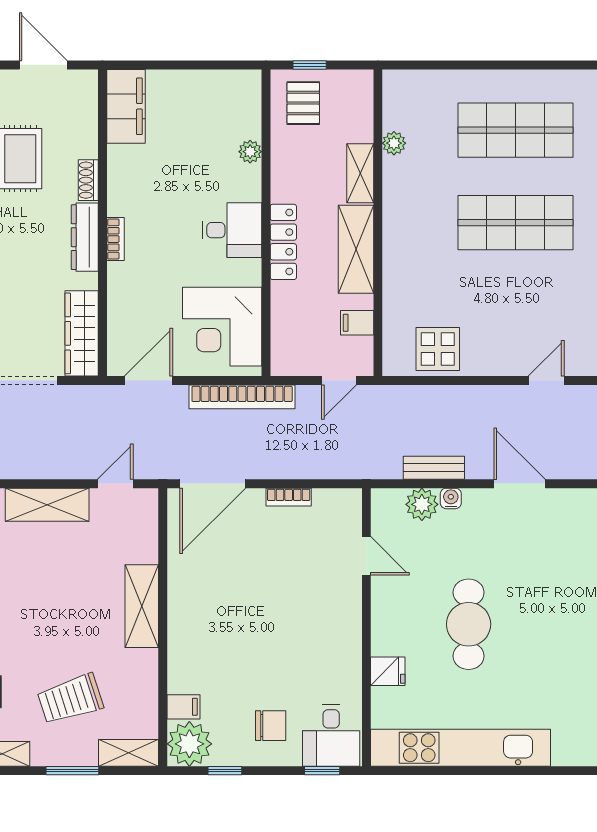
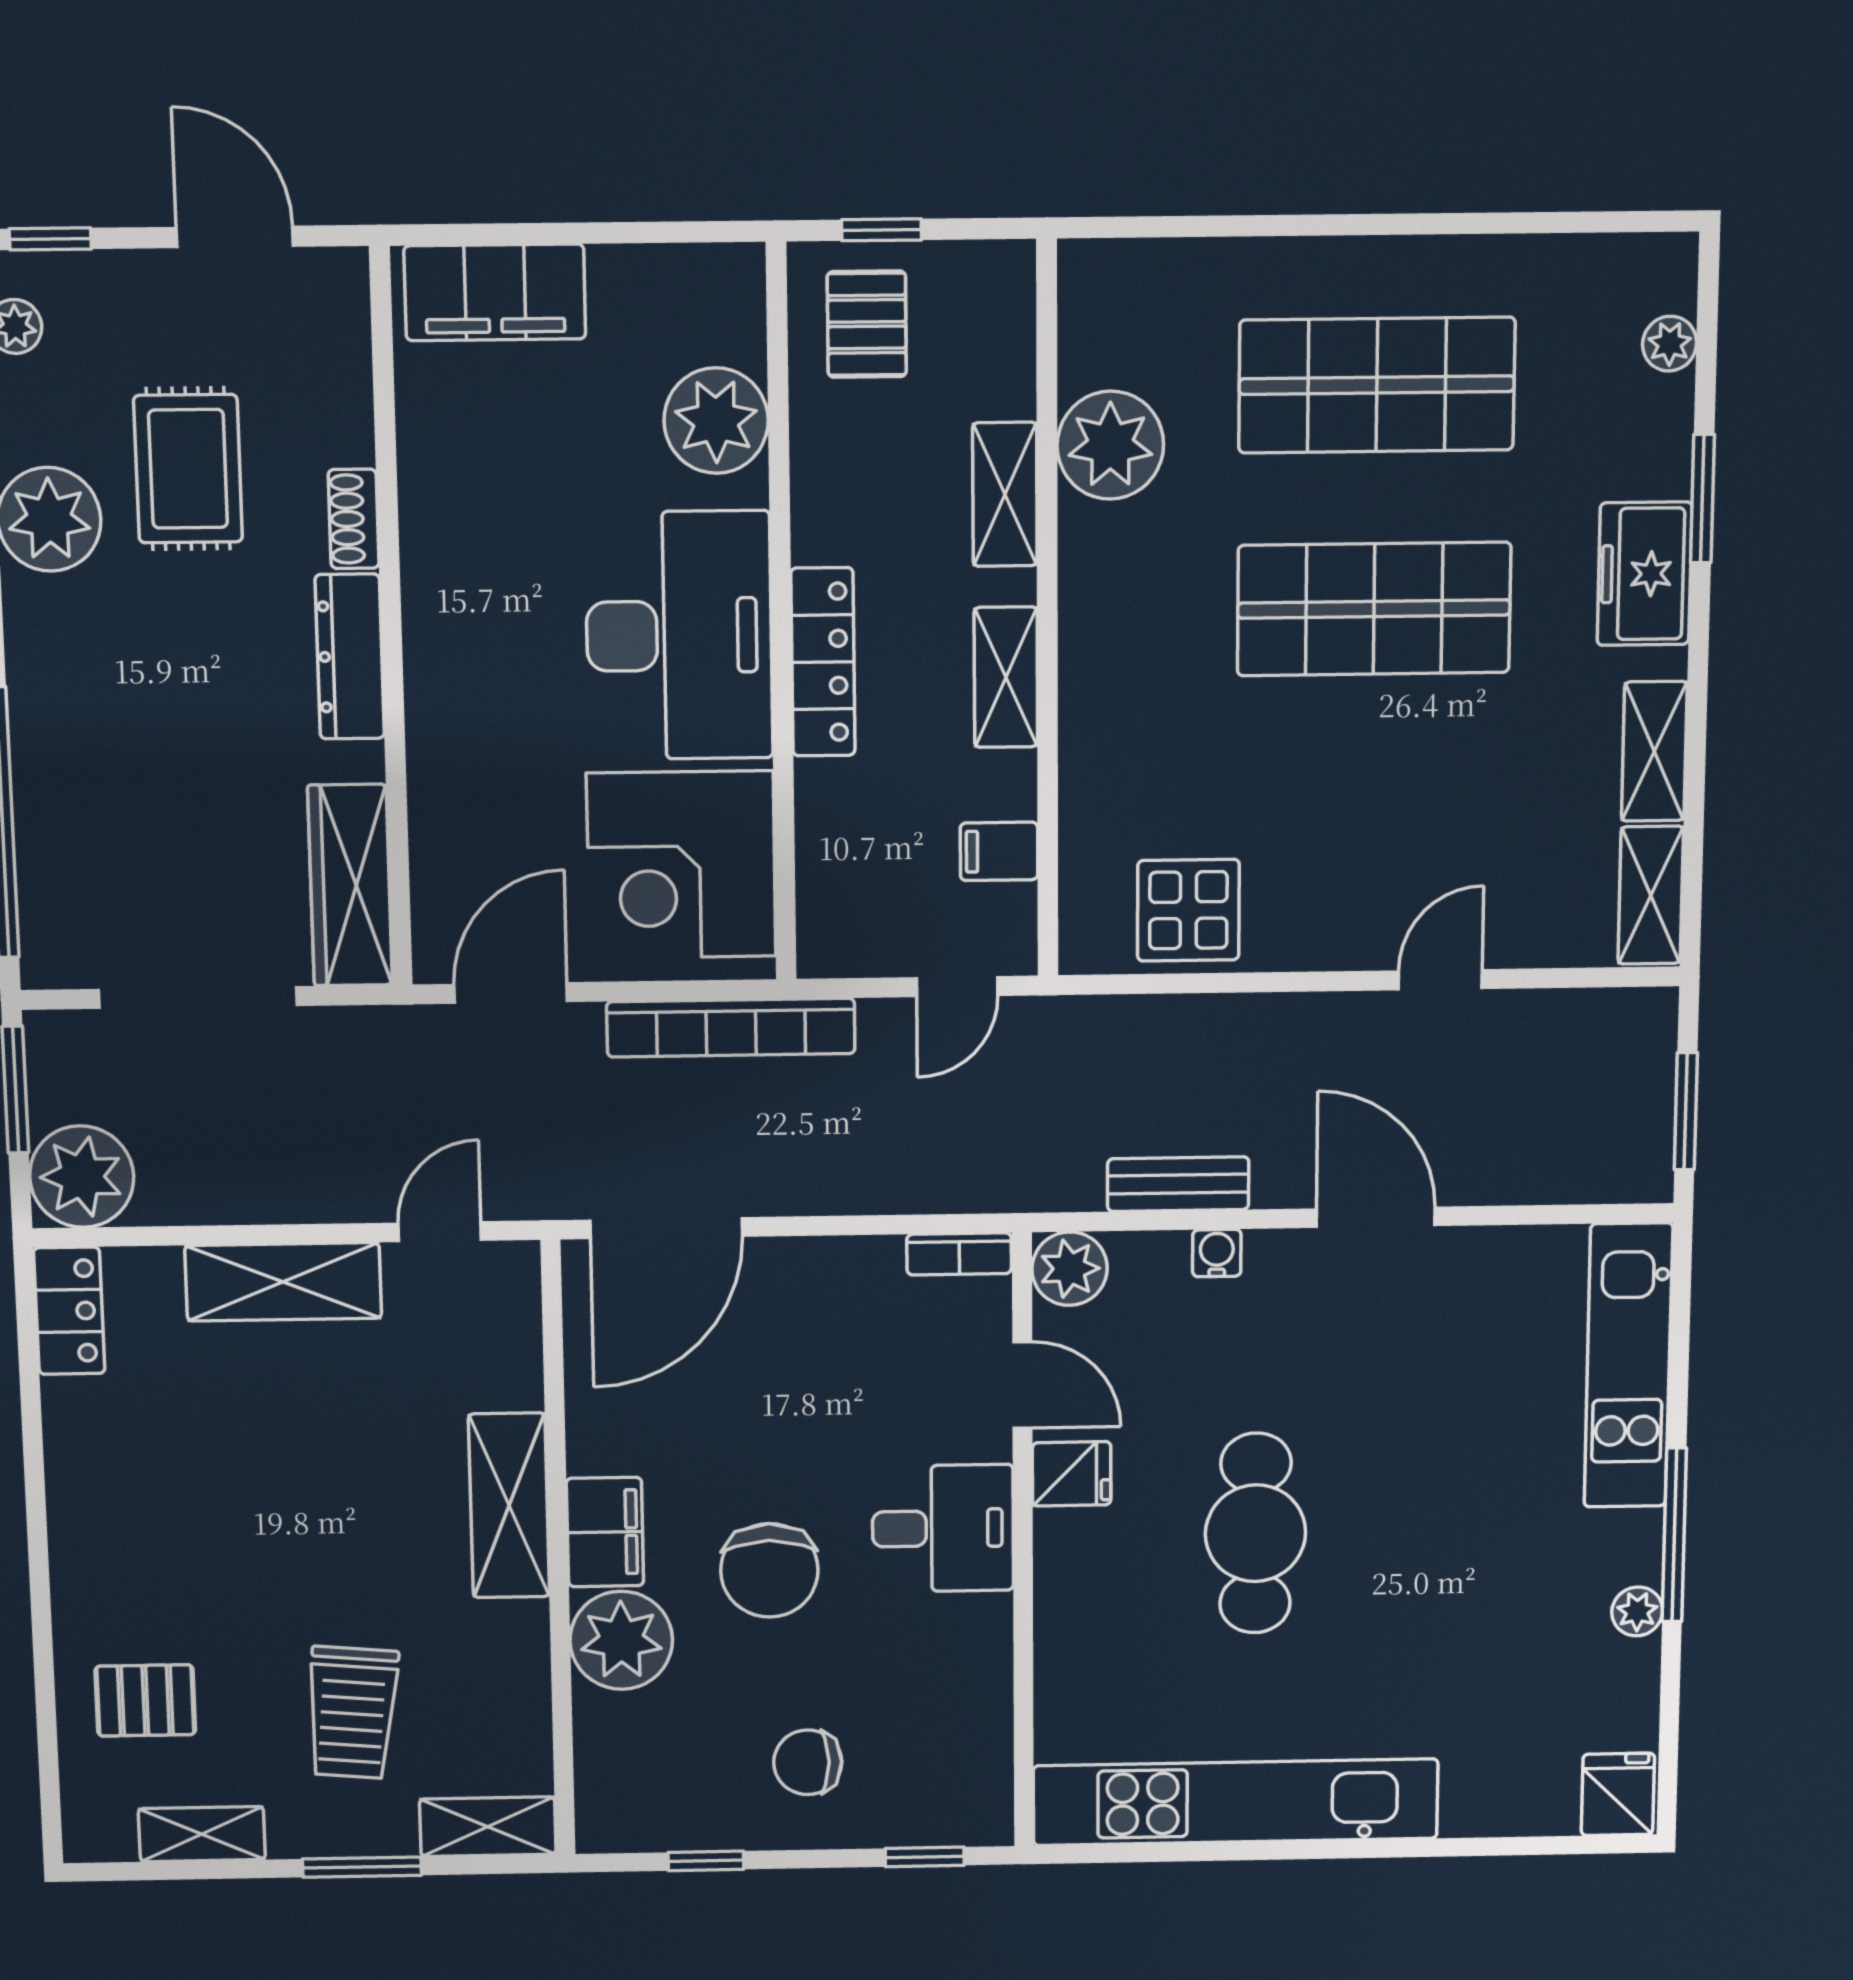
filing cabinet: (126, 106) -> (495, 292), moved, turned 90
plant: (394, 143) -> (1110, 445), width x1.88, depth x1.88
plant: (250, 152) -> (716, 421), width x1.87, depth x1.87
desk: (232, 230) -> (679, 636), width x1.87, depth x1.30
bookcase: (115, 239) -> (423, 660), removed
shelving: (356, 249) -> (1006, 677), width x0.67, depth x0.75
bookcase: (289, 497) -> (959, 1254), moved
plant: (422, 504) -> (1070, 1269), moved
chair: (255, 637) -> (769, 1570), added
fridge: (388, 671) -> (1072, 1474), moved
trolley: (70, 699) -> (352, 1713), turned -67
filing cabinet: (183, 707) -> (605, 1532), moved, width x2.00
chair: (271, 726) -> (808, 1762), turned 180
desk: (331, 735) -> (943, 1528), moved, turned -90
plant: (189, 744) -> (621, 1640), moved

